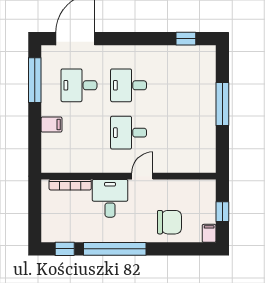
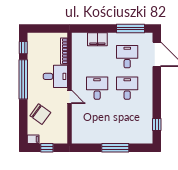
filing cabinet: (51, 124) -> (97, 39), width x2.00
chair: (169, 222) -> (40, 114), turned -54

